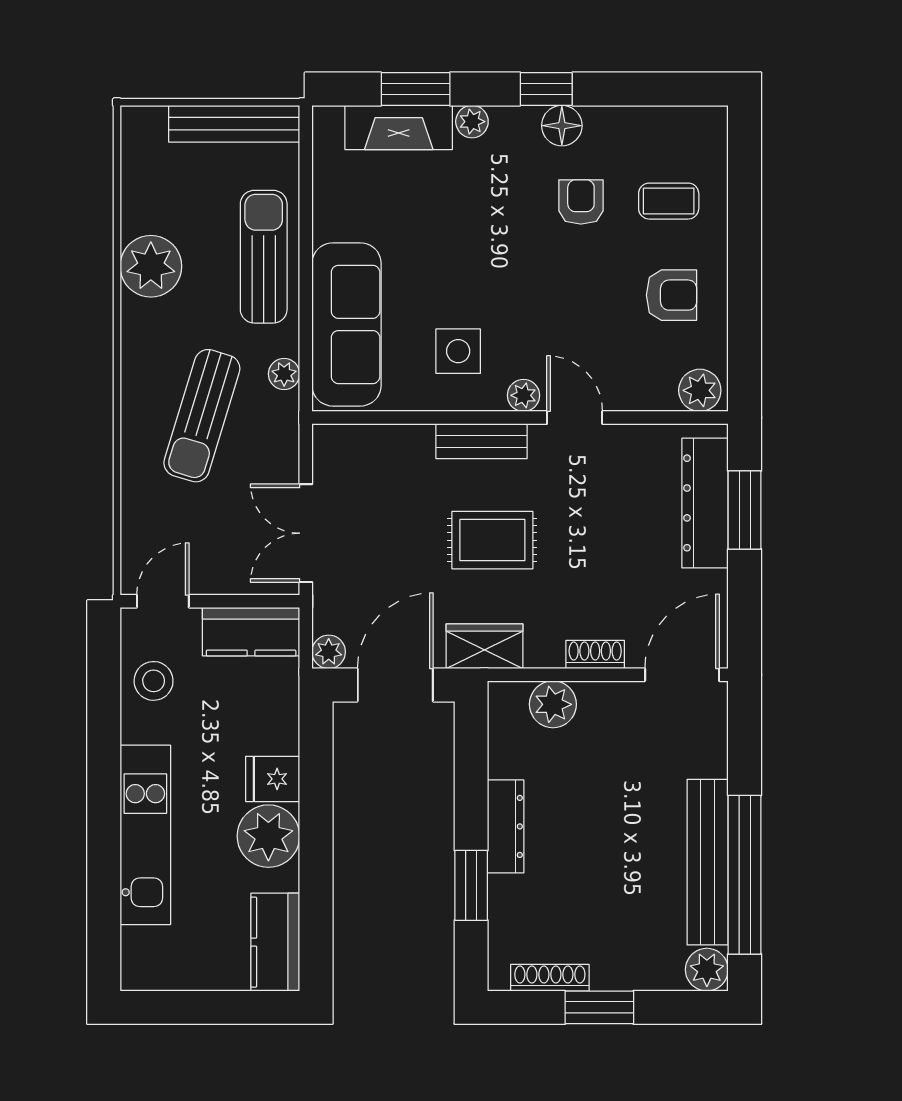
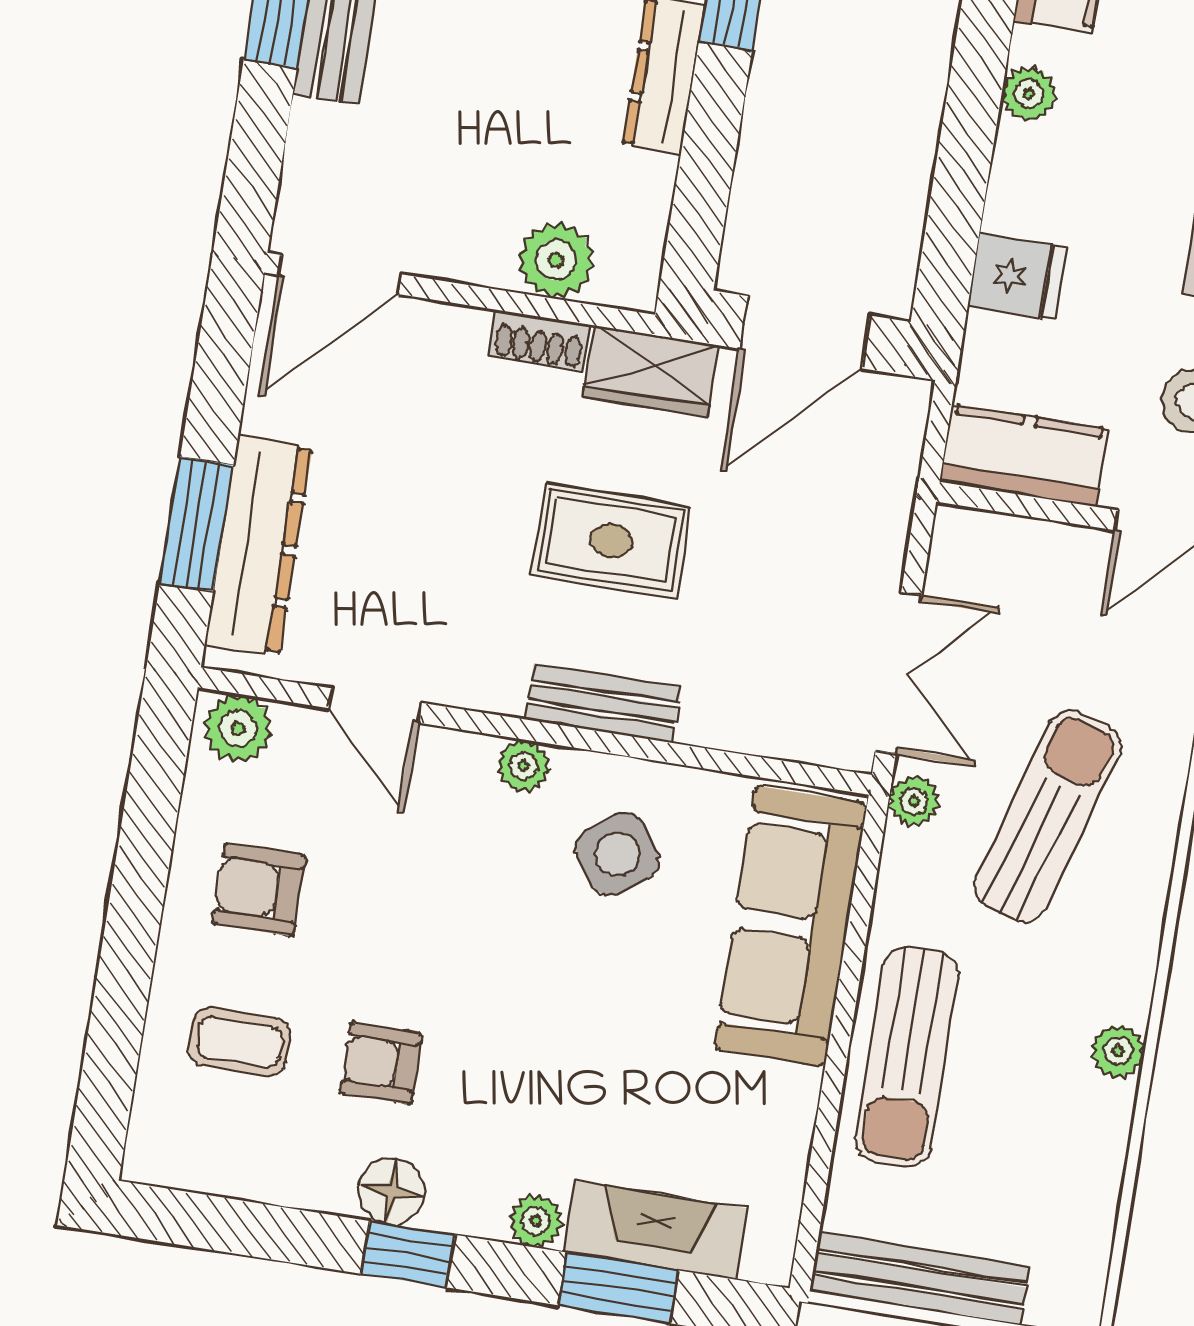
armchair: (581, 202) -> (381, 1063), turned 90
plant: (151, 266) -> (1118, 1051), width x0.53, depth x0.53
side table: (458, 351) -> (617, 854), turned -36
plant: (284, 374) -> (914, 801), moved
door: (575, 418) -> (375, 705), moved
double door: (306, 533) -> (898, 673), moved
plant: (329, 652) -> (904, 403), removed
shoe rack: (595, 654) -> (539, 340), moved
fridge: (273, 779) -> (1017, 277), moved
plant: (268, 836) -> (1029, 94), width x0.53, depth x0.53

